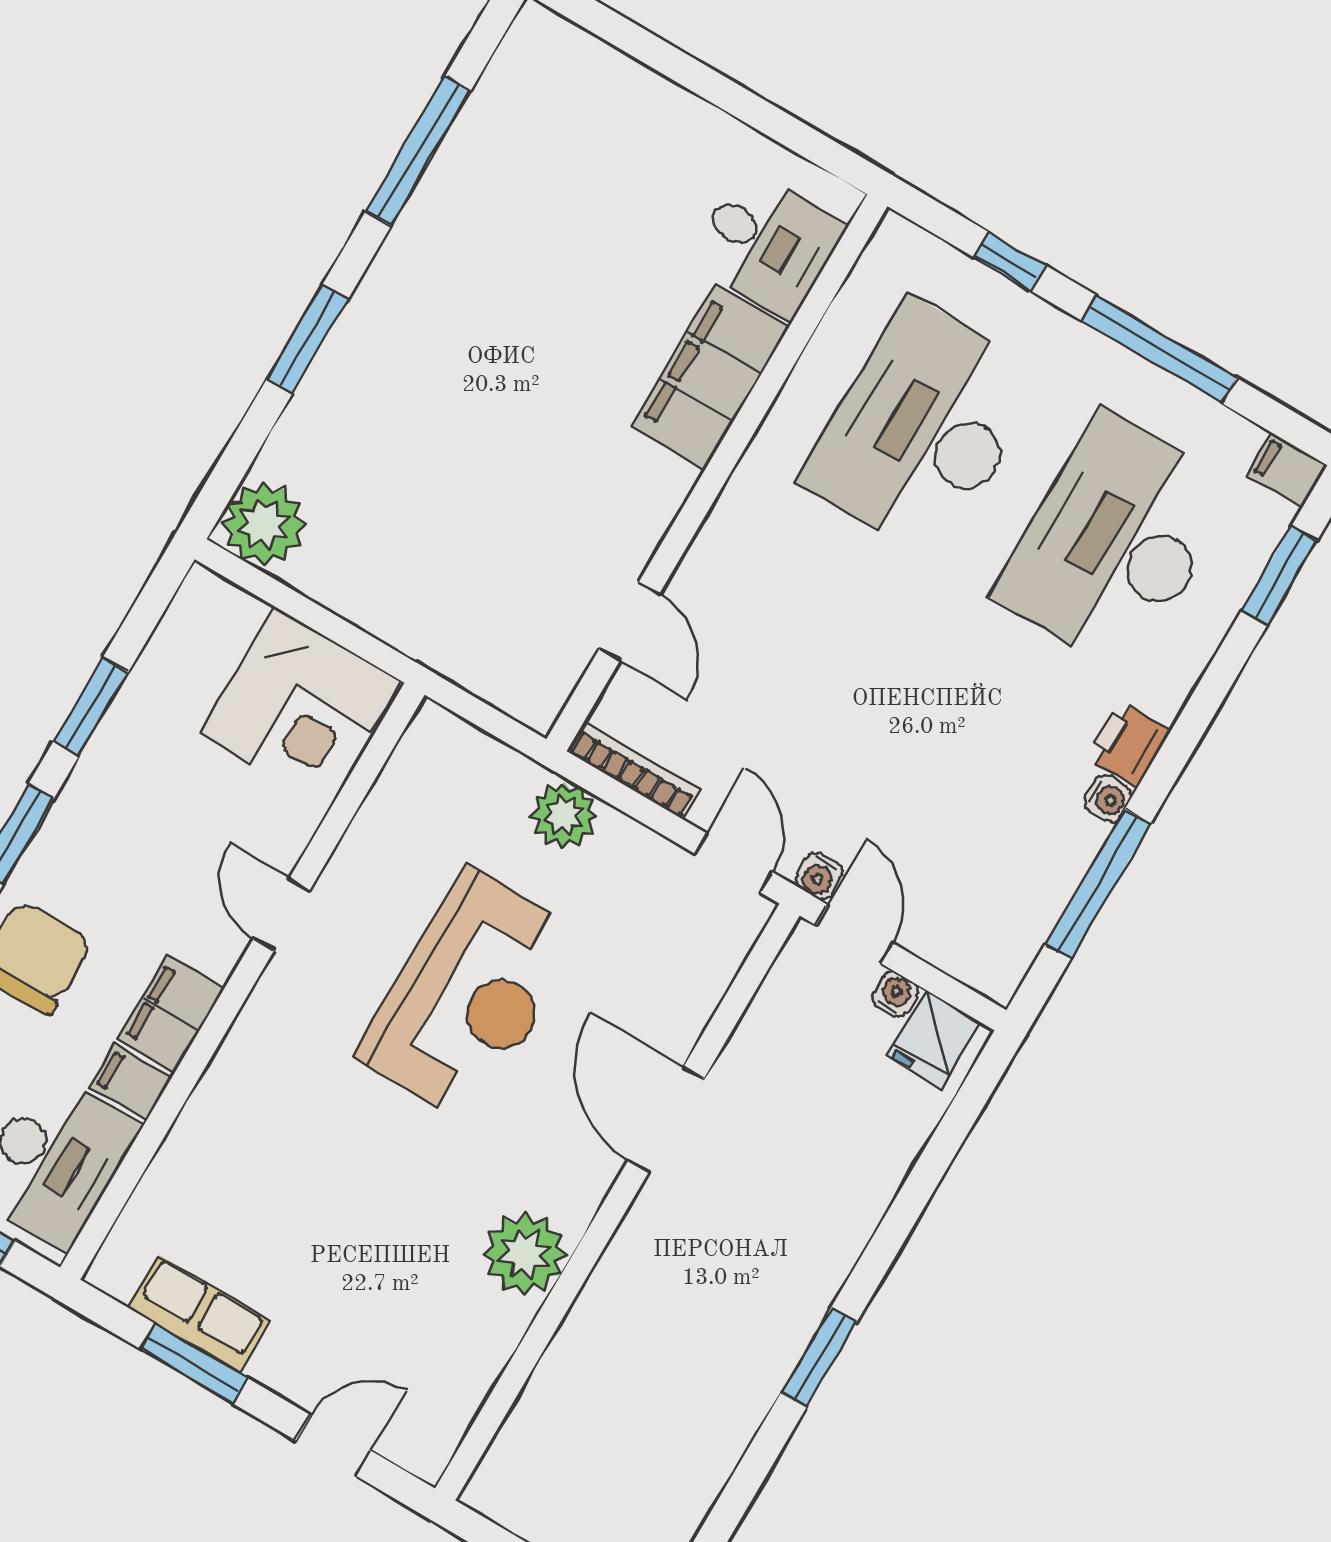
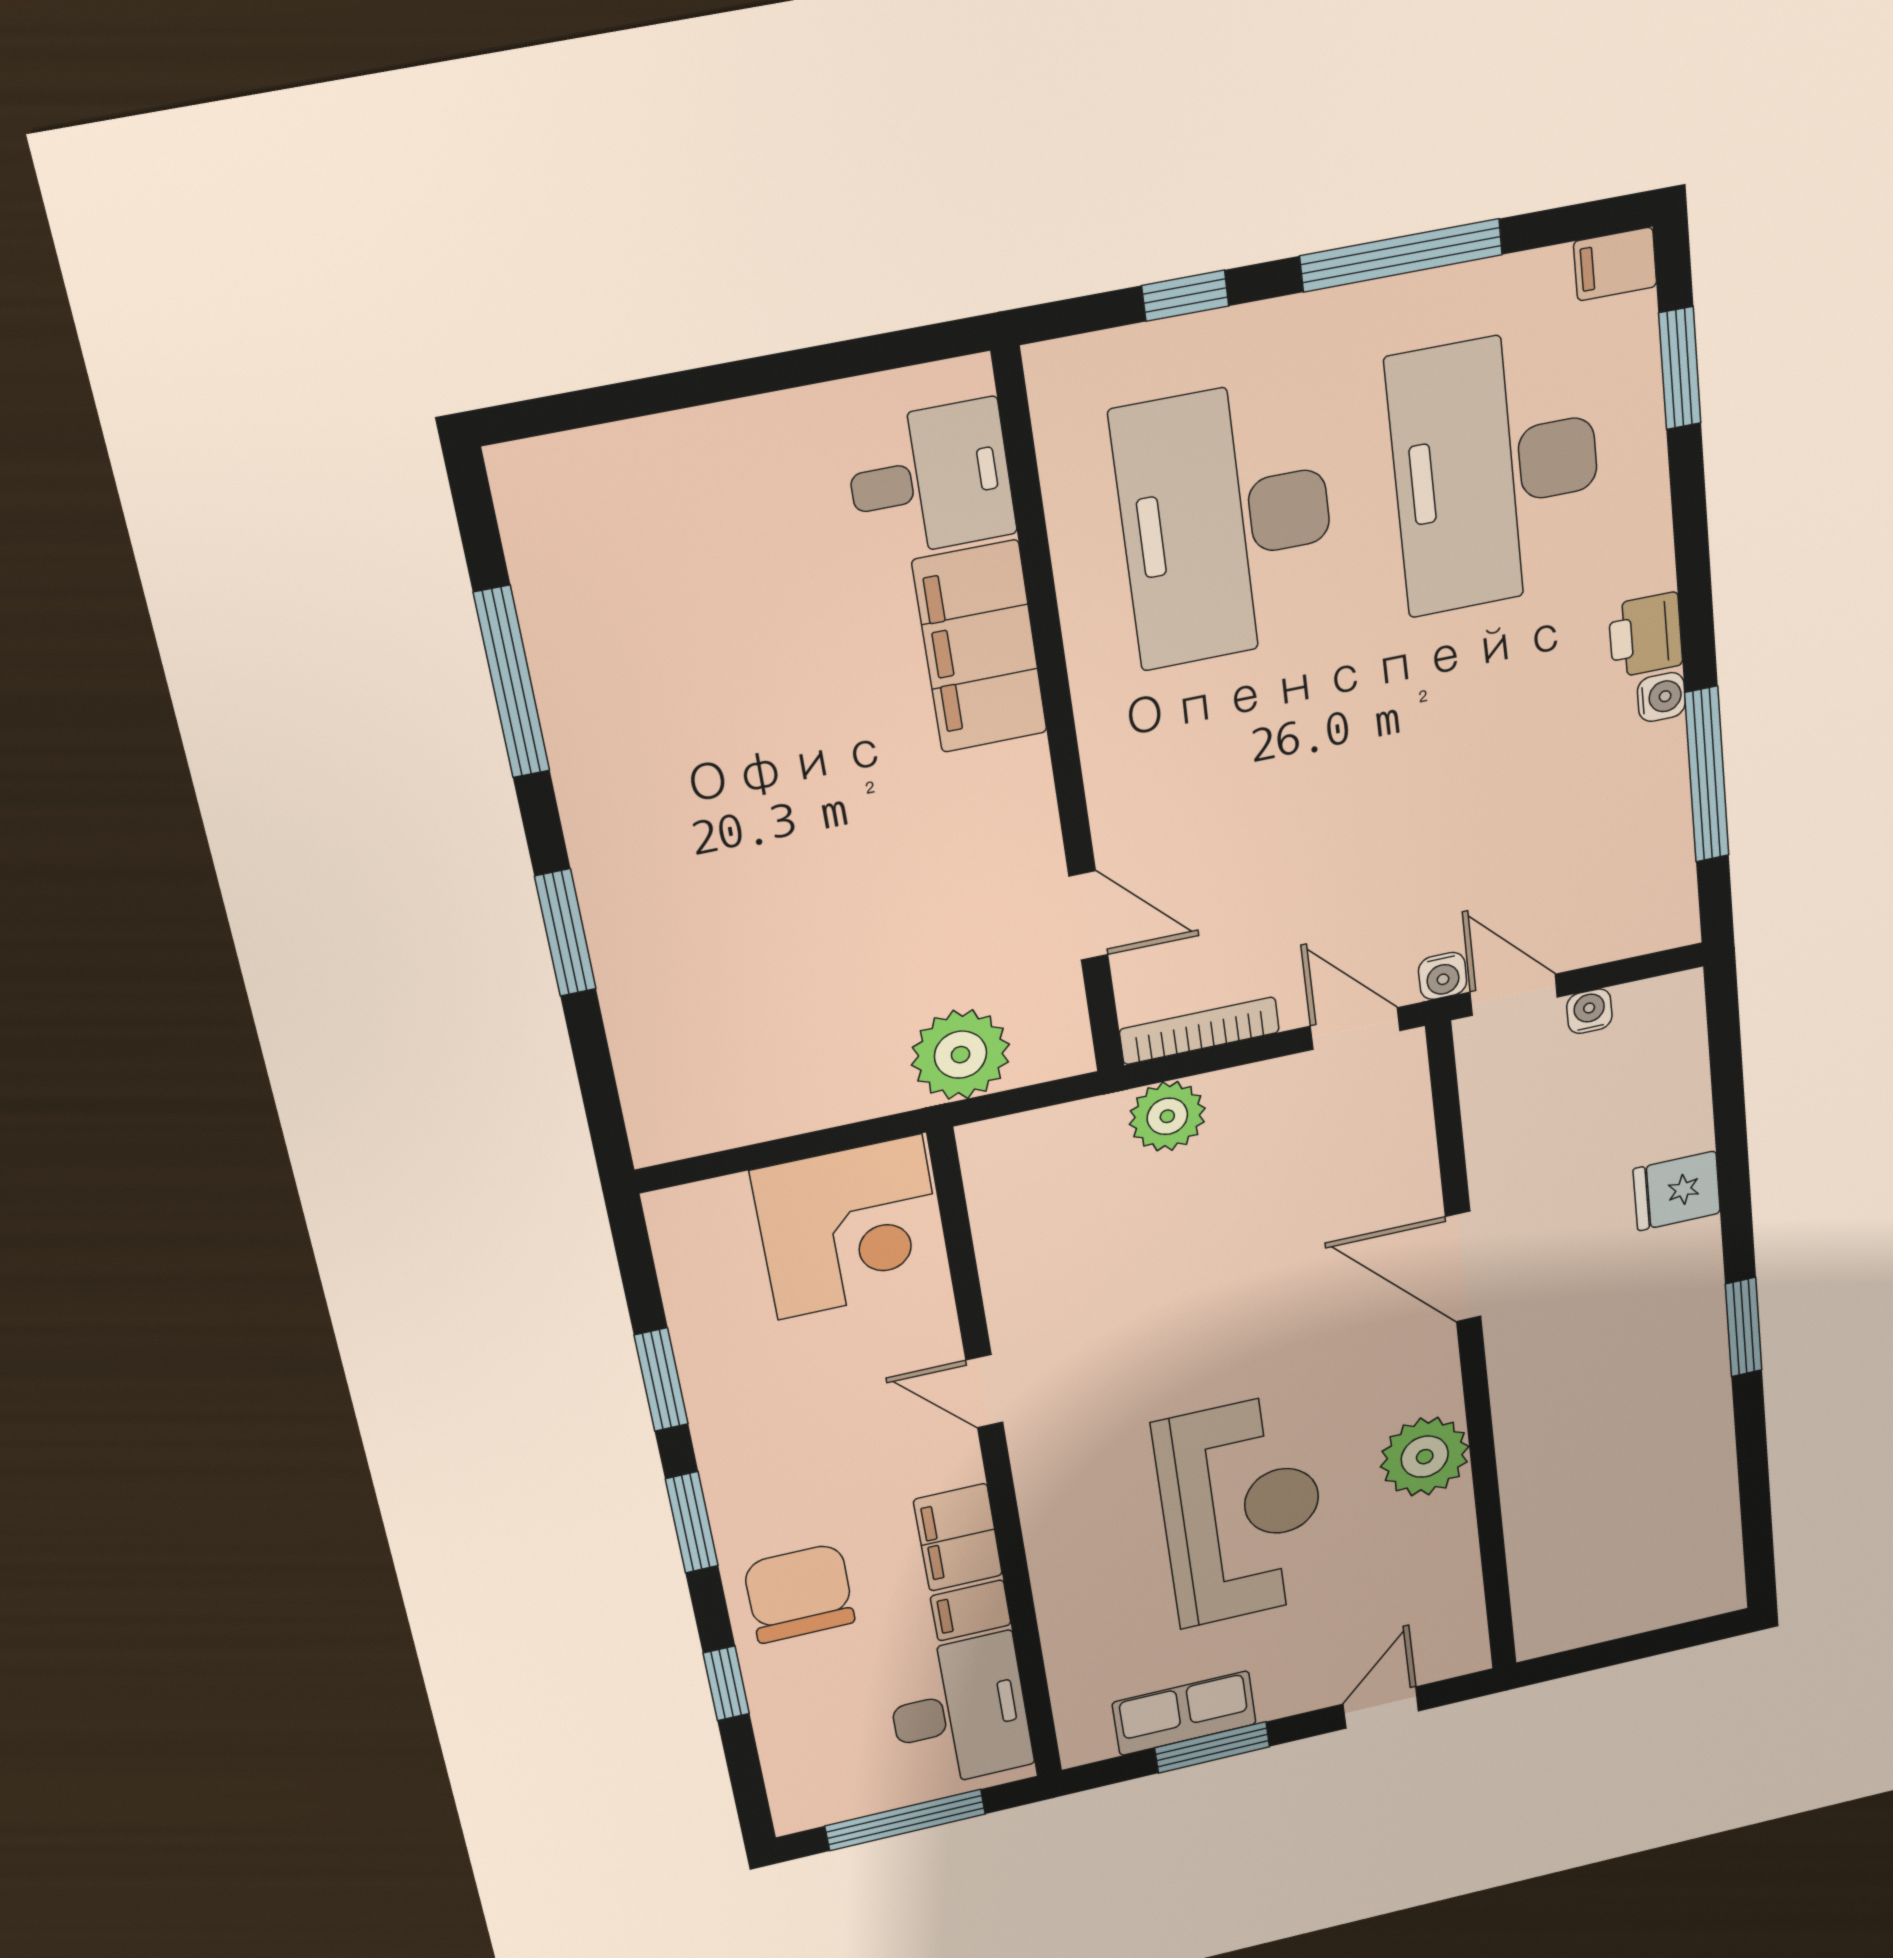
plant: (264, 524) -> (960, 1055), moved
reception desk: (469, 995) -> (1242, 1510), moved
fridge: (934, 1039) -> (1677, 1191), moved, turned 90

